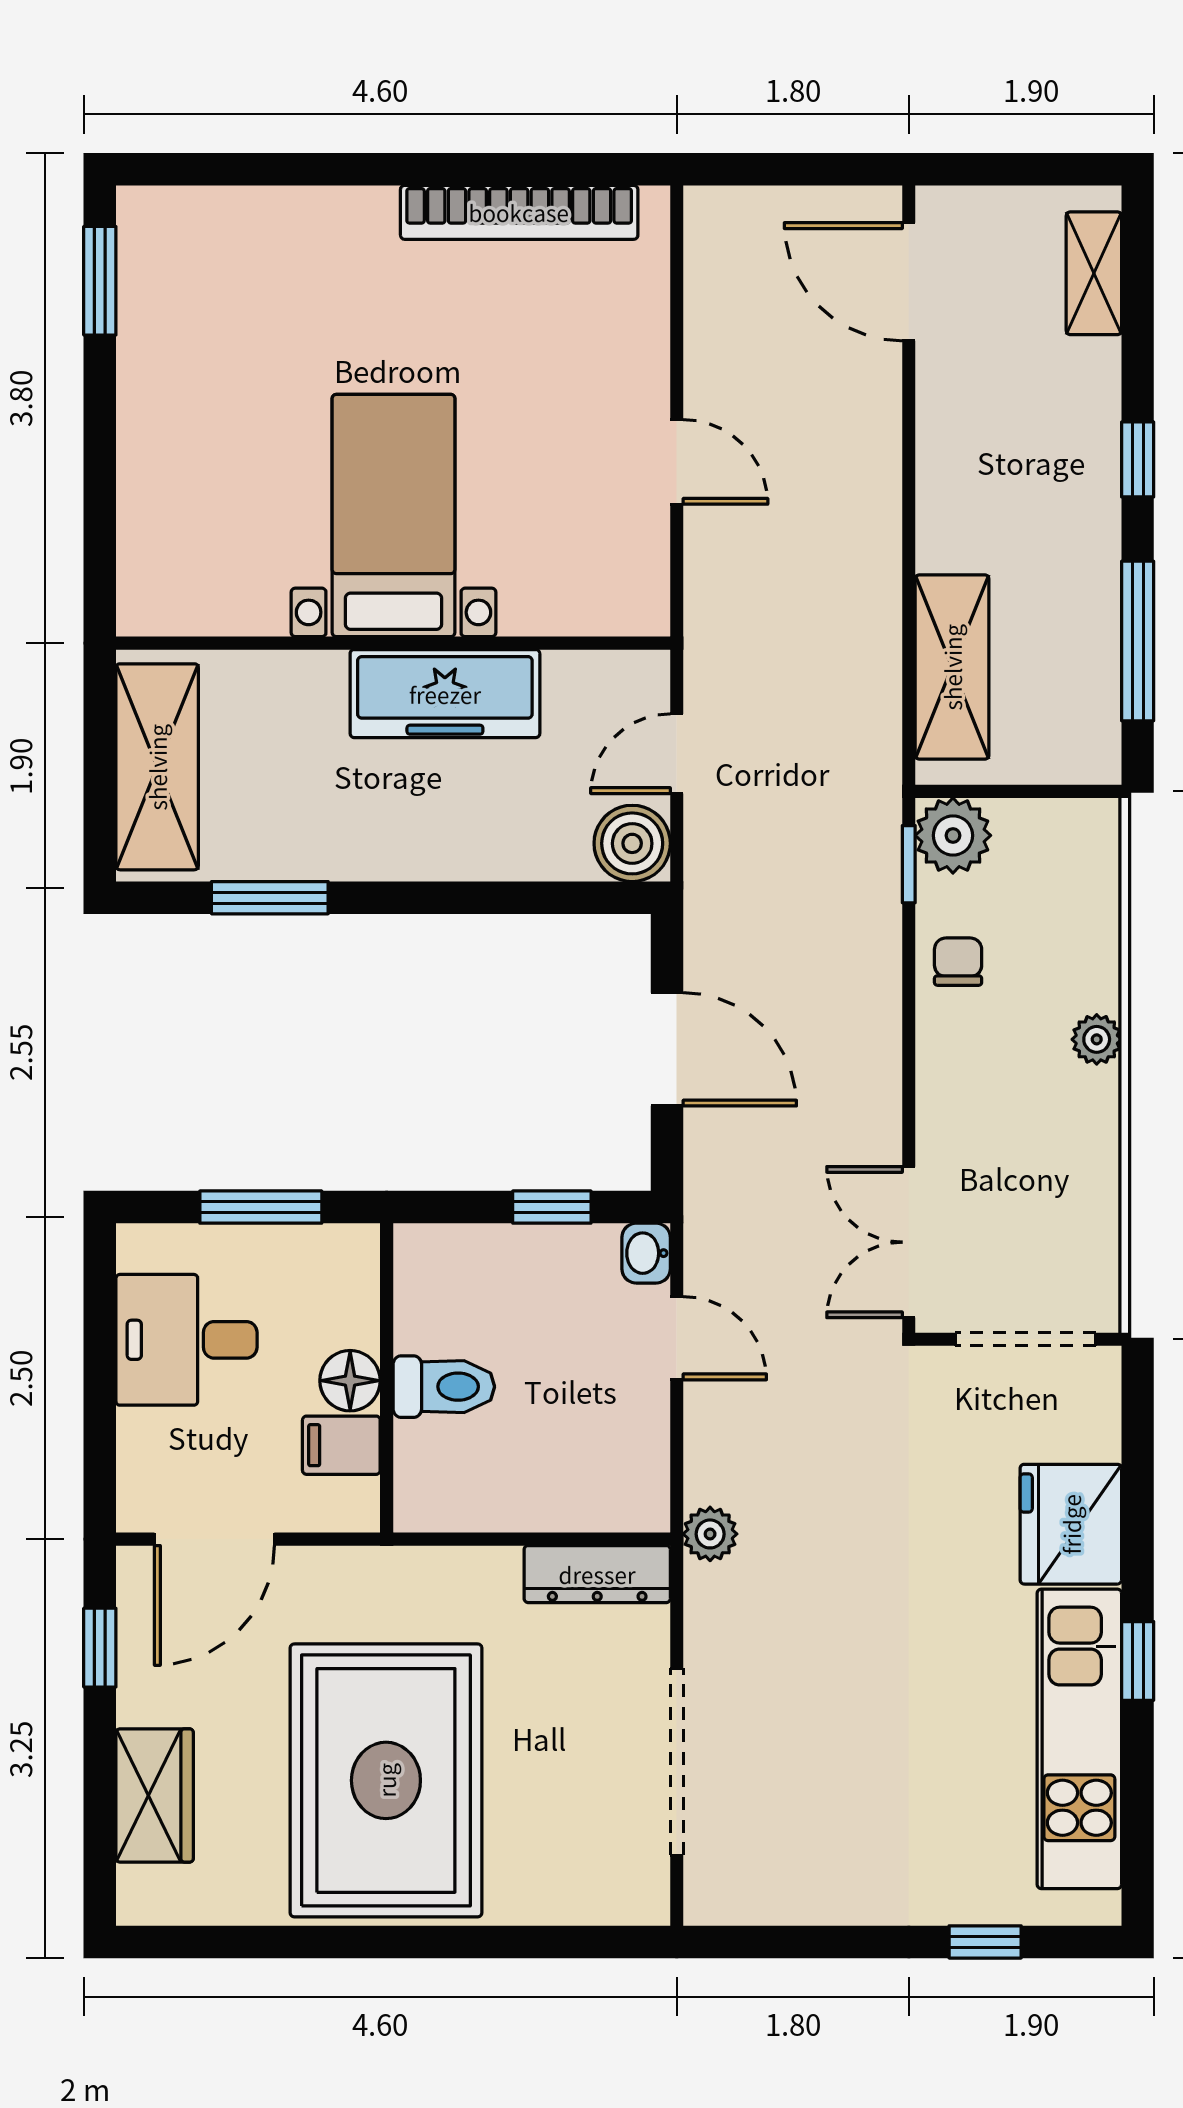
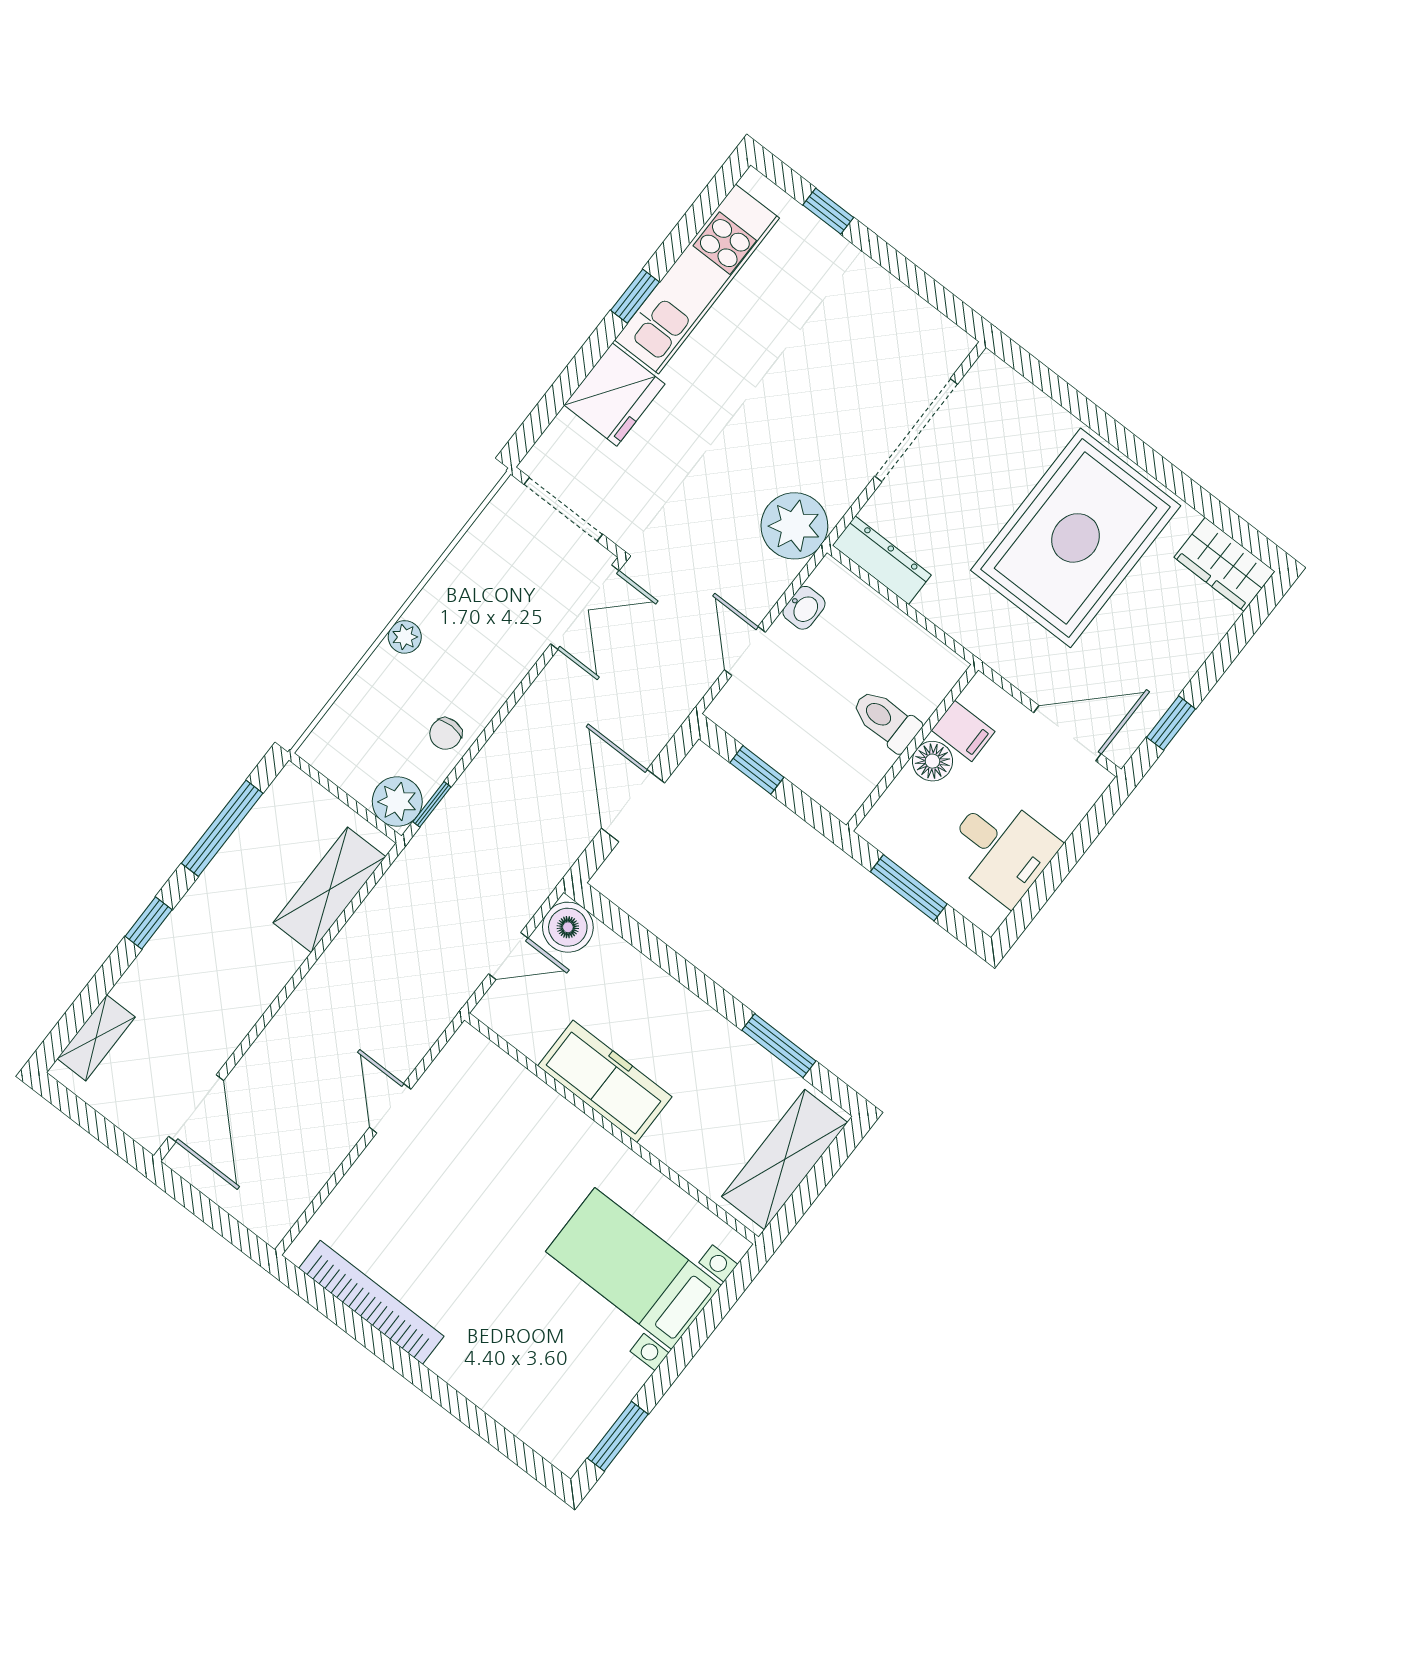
bed with nightstands: (394, 516) -> (633, 1269), moved, turned 90
washbasin: (646, 1253) -> (804, 608), moved
plant: (710, 1534) -> (794, 526), width x1.88, depth x1.88
wardrobe: (155, 1795) -> (1224, 564), moved, turned -90

